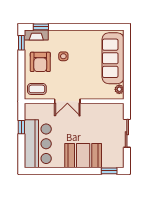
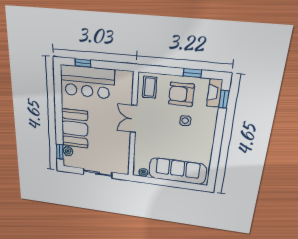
window: (21, 43) -> (192, 73), moved
window: (21, 127) -> (83, 63), moved
plant: (107, 163) -> (68, 151), added

